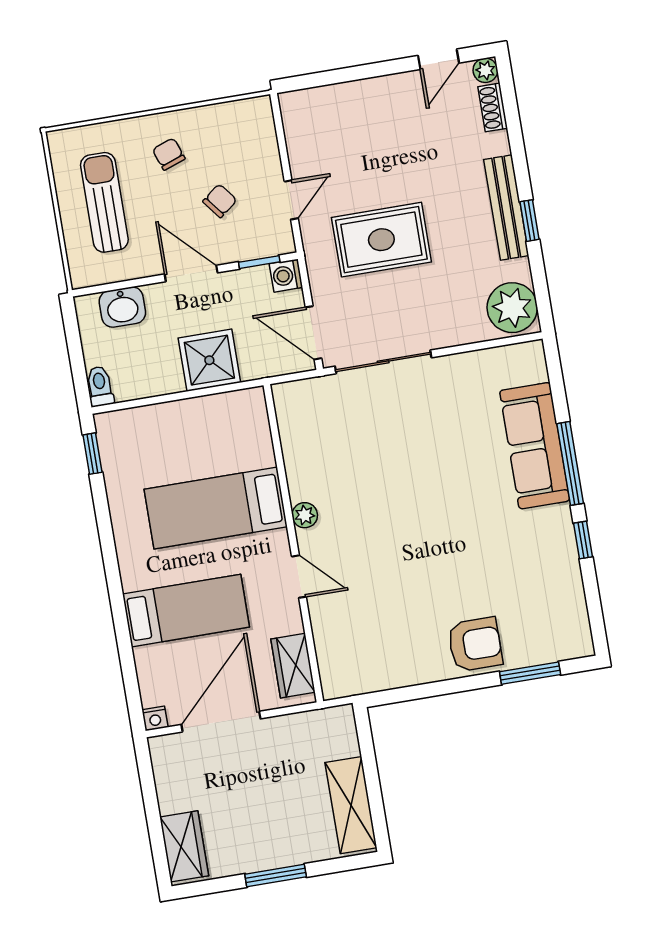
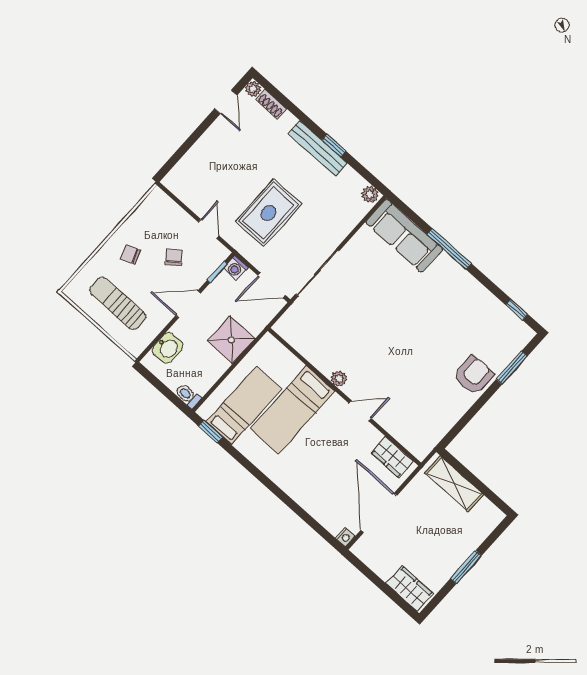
plant: (512, 308) -> (370, 194), width x0.53, depth x0.53
sofa: (535, 446) -> (404, 236), moved
window: (583, 540) -> (517, 310), moved
bed: (186, 611) -> (244, 405), moved
shelving: (351, 805) -> (454, 484), moved

